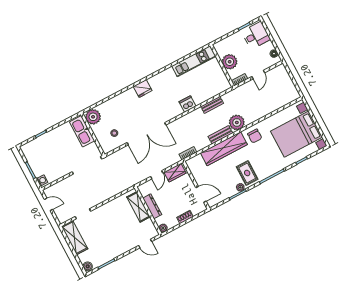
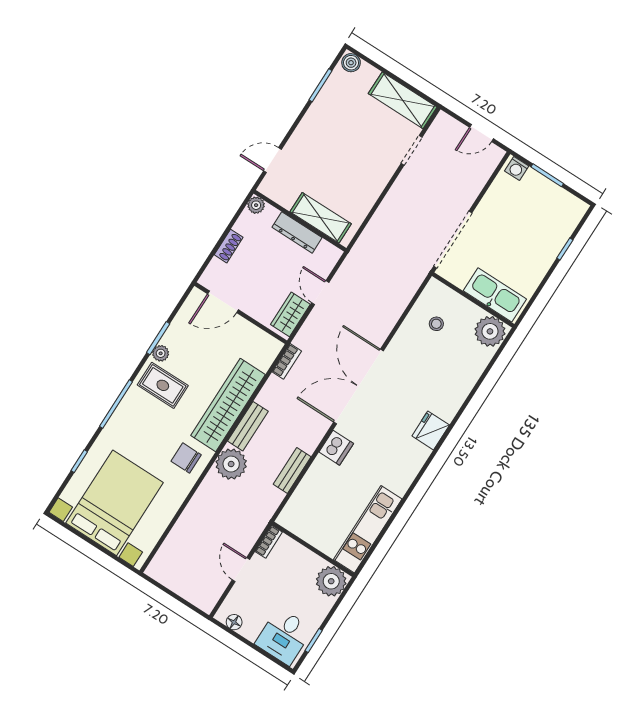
plant: (230, 62) -> (331, 581), moved
double door: (147, 134) -> (359, 386), moved

